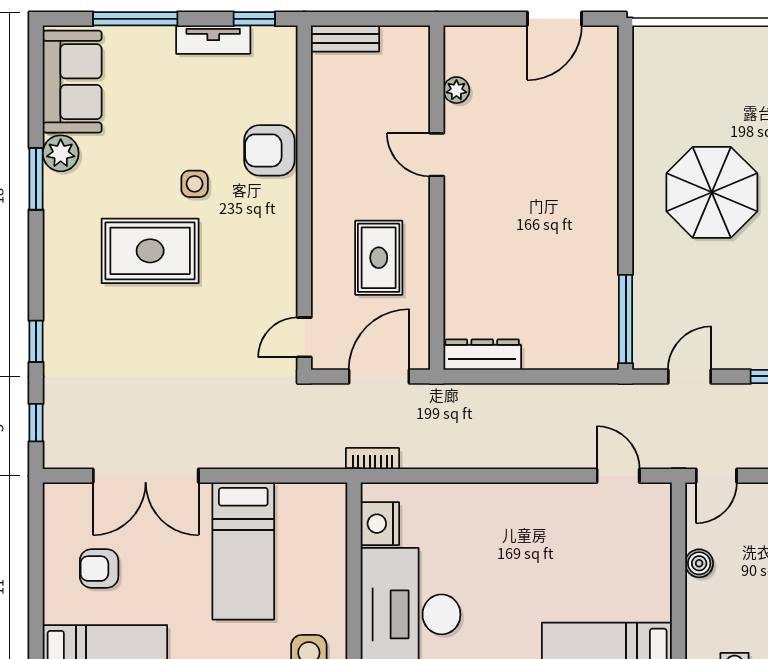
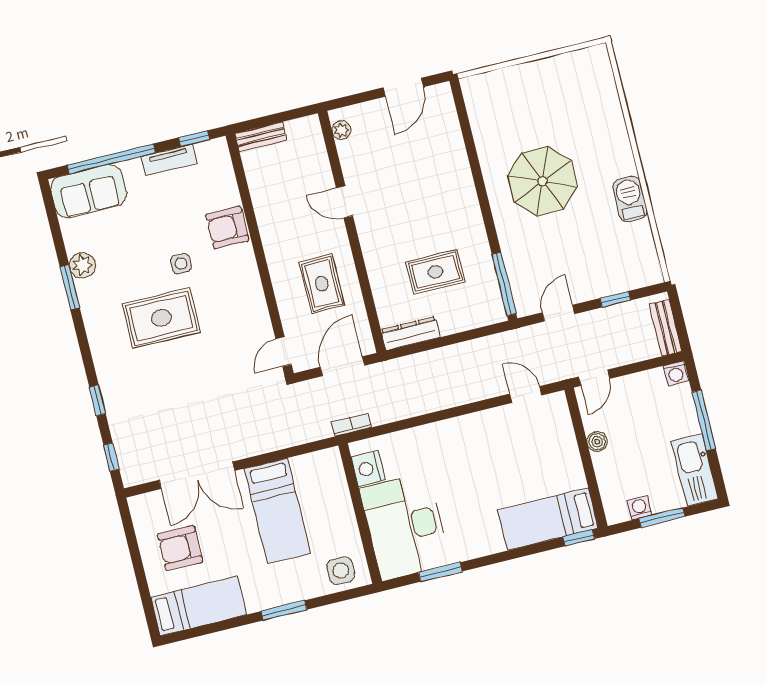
window: (135, 19) -> (111, 159), width x1.46
sofa: (72, 82) -> (89, 191), moved, turned 90
plant: (456, 90) -> (341, 130), moved
rug: (537, 280) -> (435, 272), added
armchair: (99, 569) -> (180, 548), width x1.38, depth x1.38

